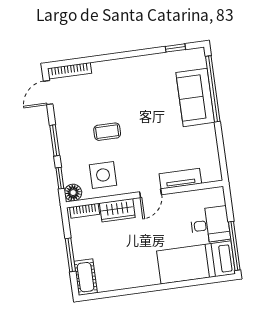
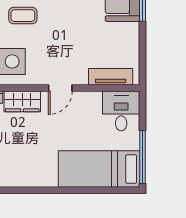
tv unit: (180, 179) -> (111, 77), moved
desk: (210, 225) -> (121, 111), moved, turned -90

